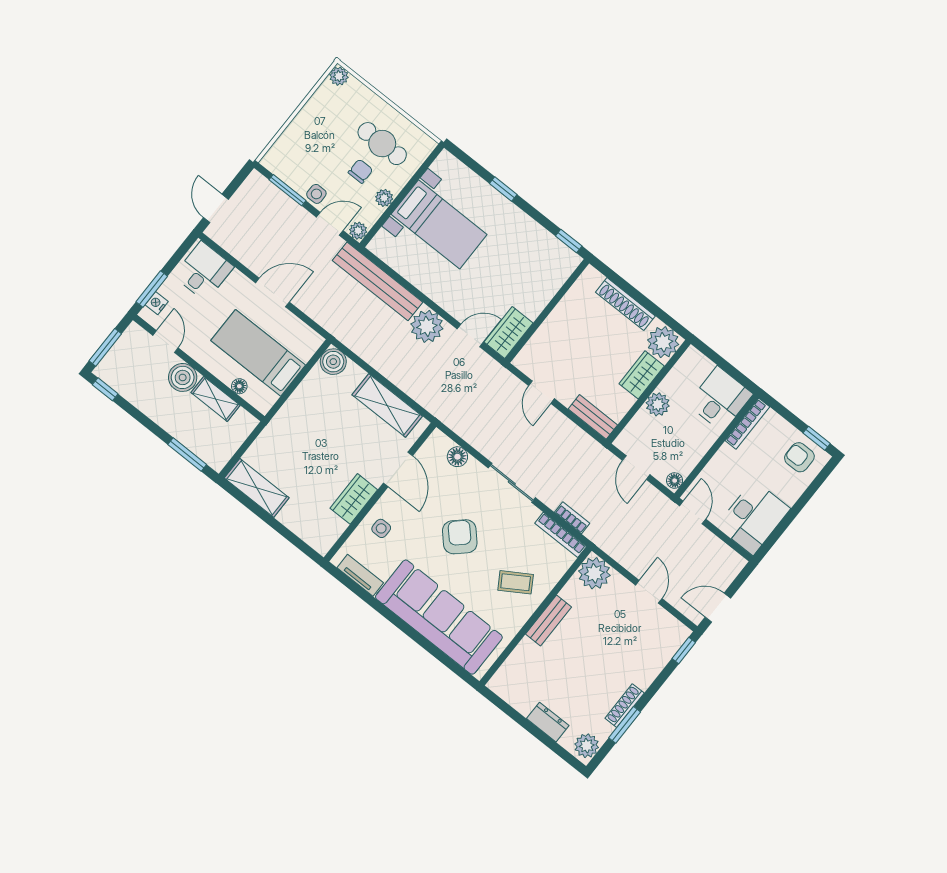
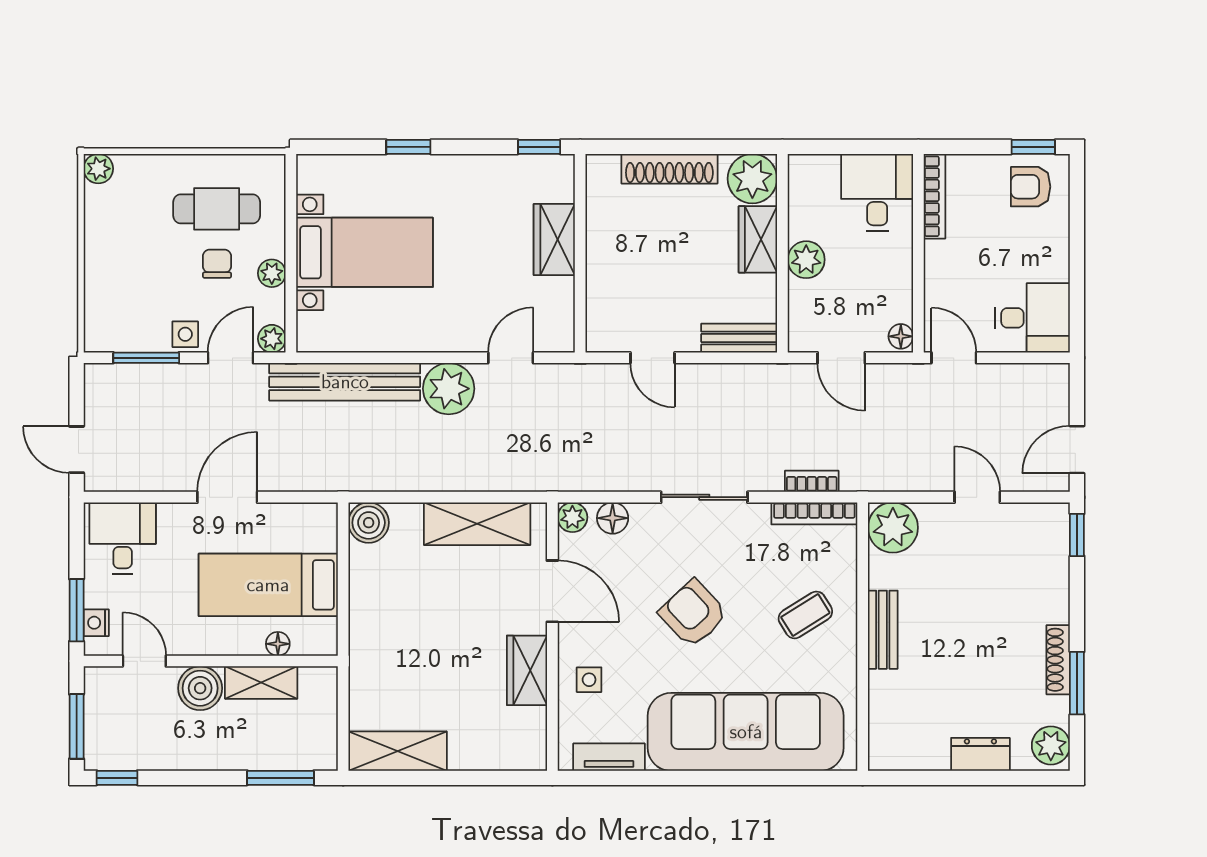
wardrobe: (509, 333) -> (554, 240), moved
plant: (438, 440) -> (572, 517), added
desk: (753, 517) -> (1033, 318), width x0.73

